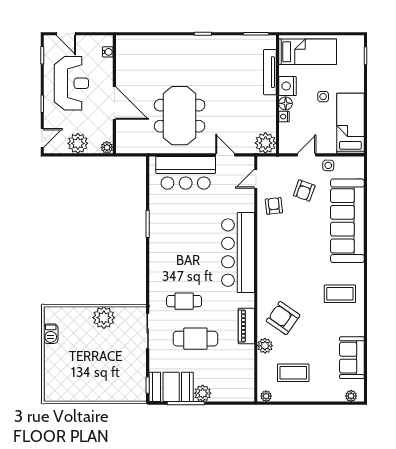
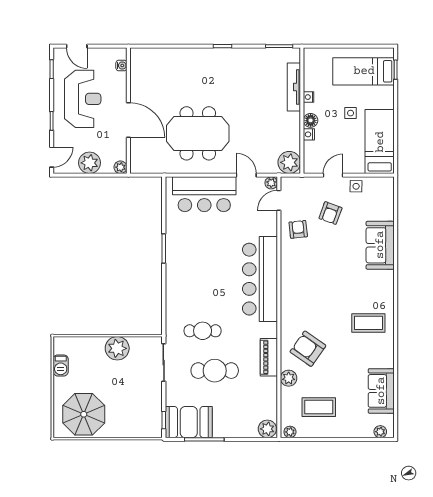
bed: (308, 52) -> (364, 71), moved, turned 180
nightstand: (287, 86) -> (309, 97), width x0.53, depth x0.56
meeting table: (180, 116) -> (198, 133), turned 90
plant: (249, 162) -> (271, 183), added
sofa: (347, 221) -> (380, 245), width x0.54, depth x0.79
parasol: (72, 380) -> (84, 414), added
plant: (203, 393) -> (267, 429), moved

